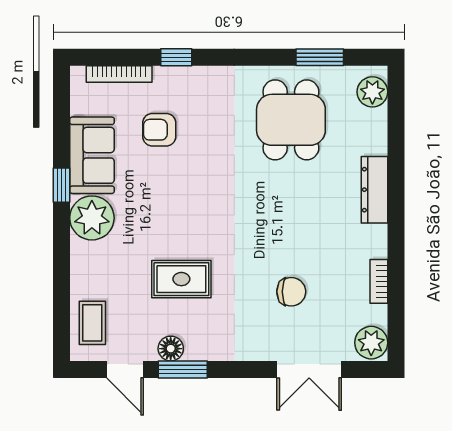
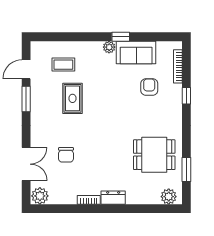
dresser: (375, 190) -> (113, 198), width x0.70
plant: (92, 218) -> (109, 47), width x0.53, depth x0.53
bookcase: (379, 281) -> (89, 200), moved
coffee table: (92, 323) -> (63, 65), moved
floor lamp: (171, 349) -> (37, 93), removed
double door: (309, 369) -> (26, 164), swing flipped

